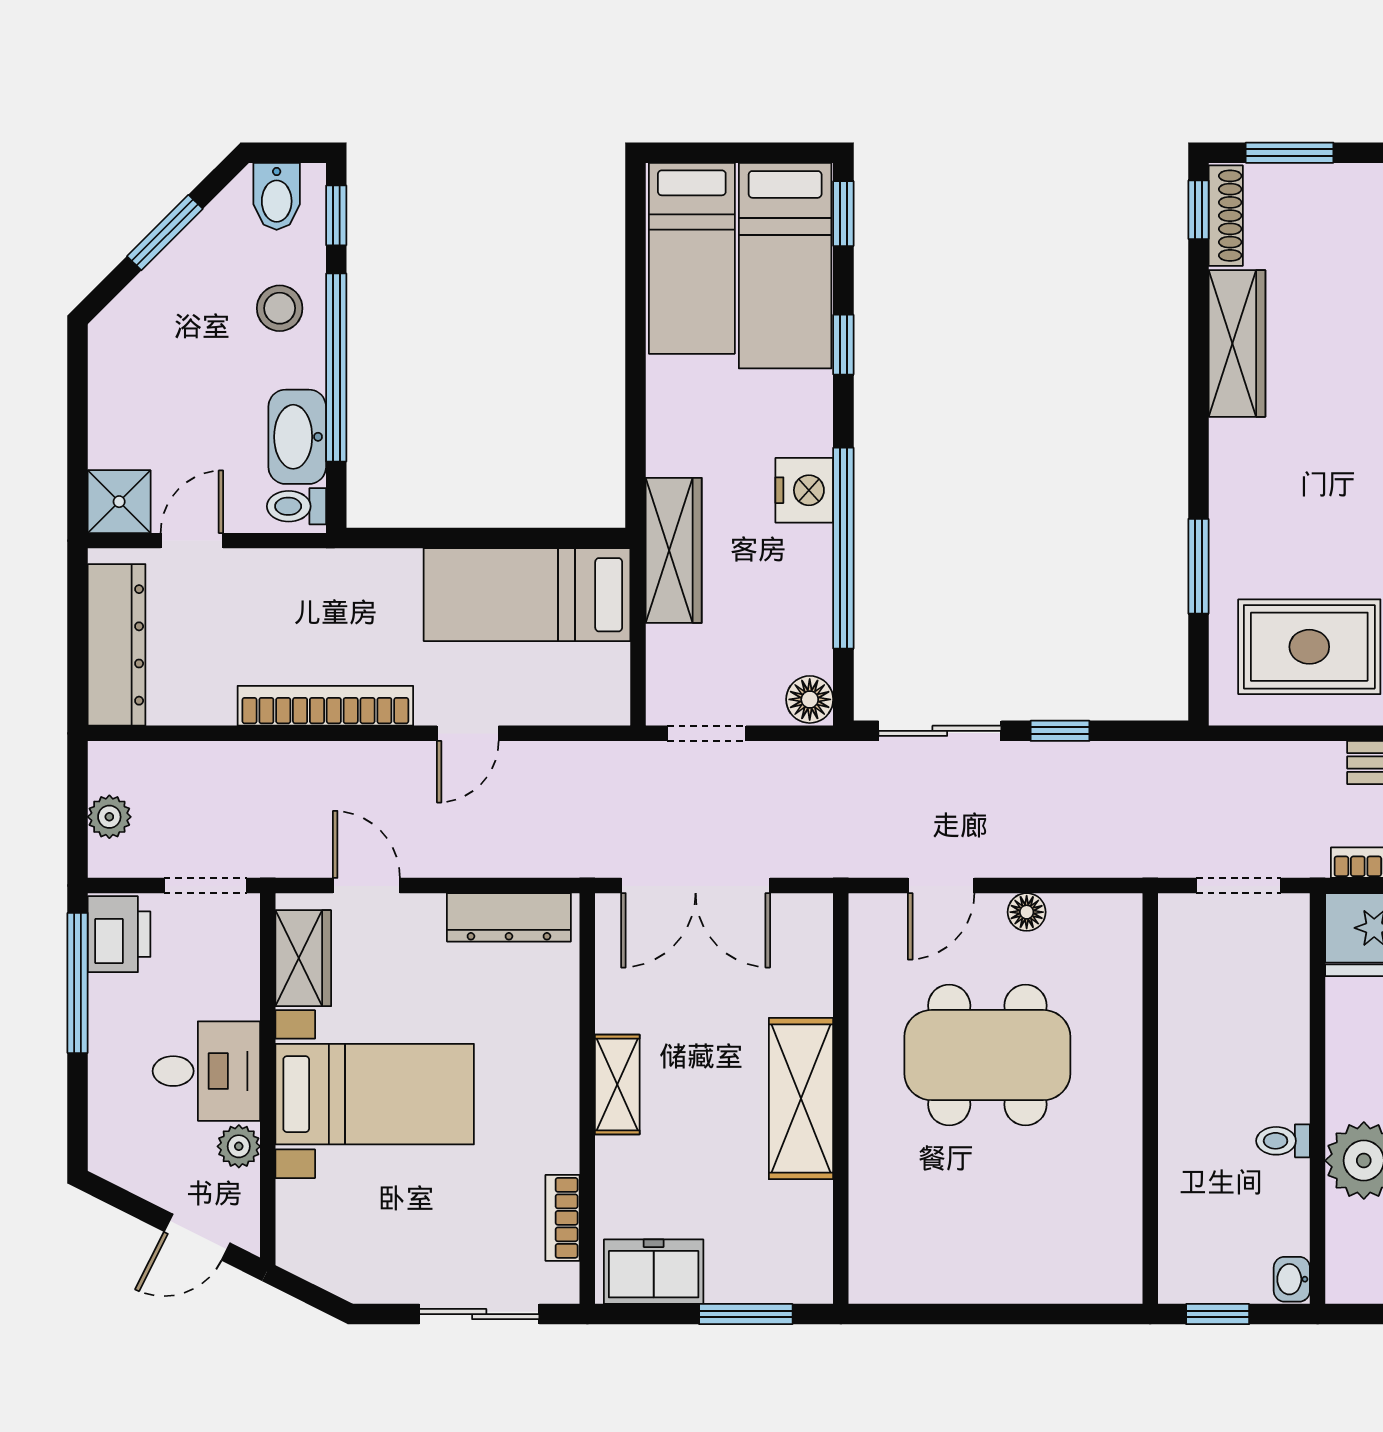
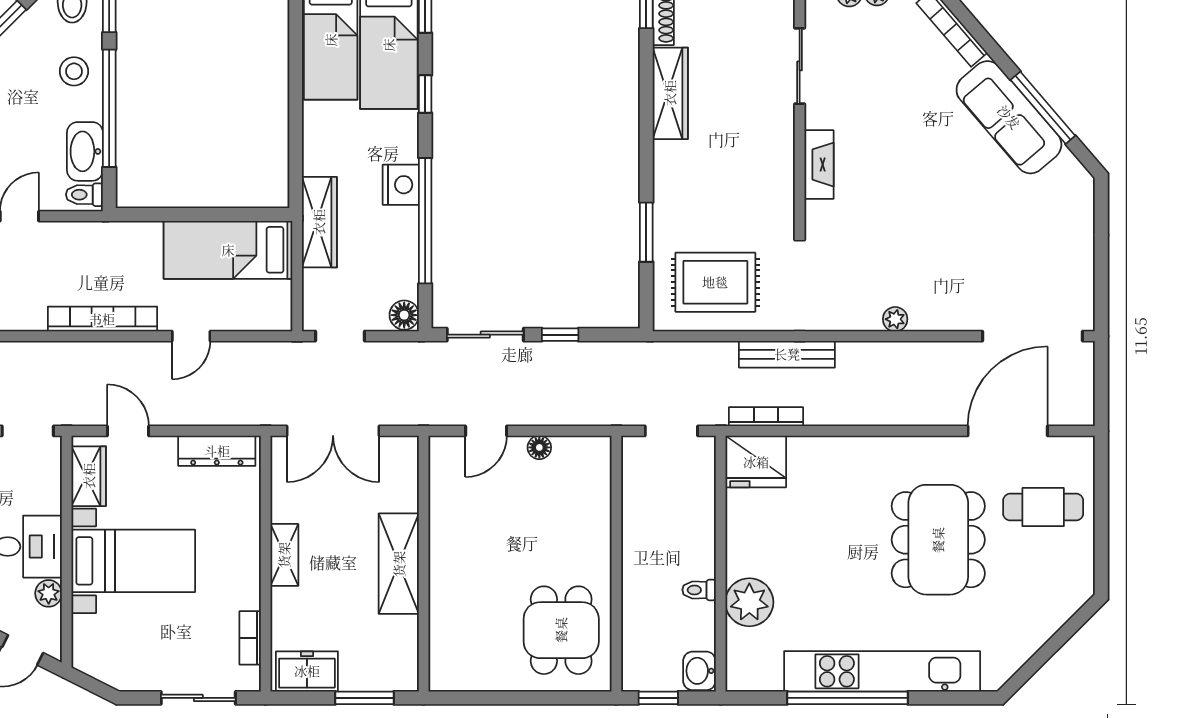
dining table: (987, 1055) -> (561, 630), moved, width x0.73
washbasin: (1292, 1279) -> (699, 671), width x1.38, depth x1.45

